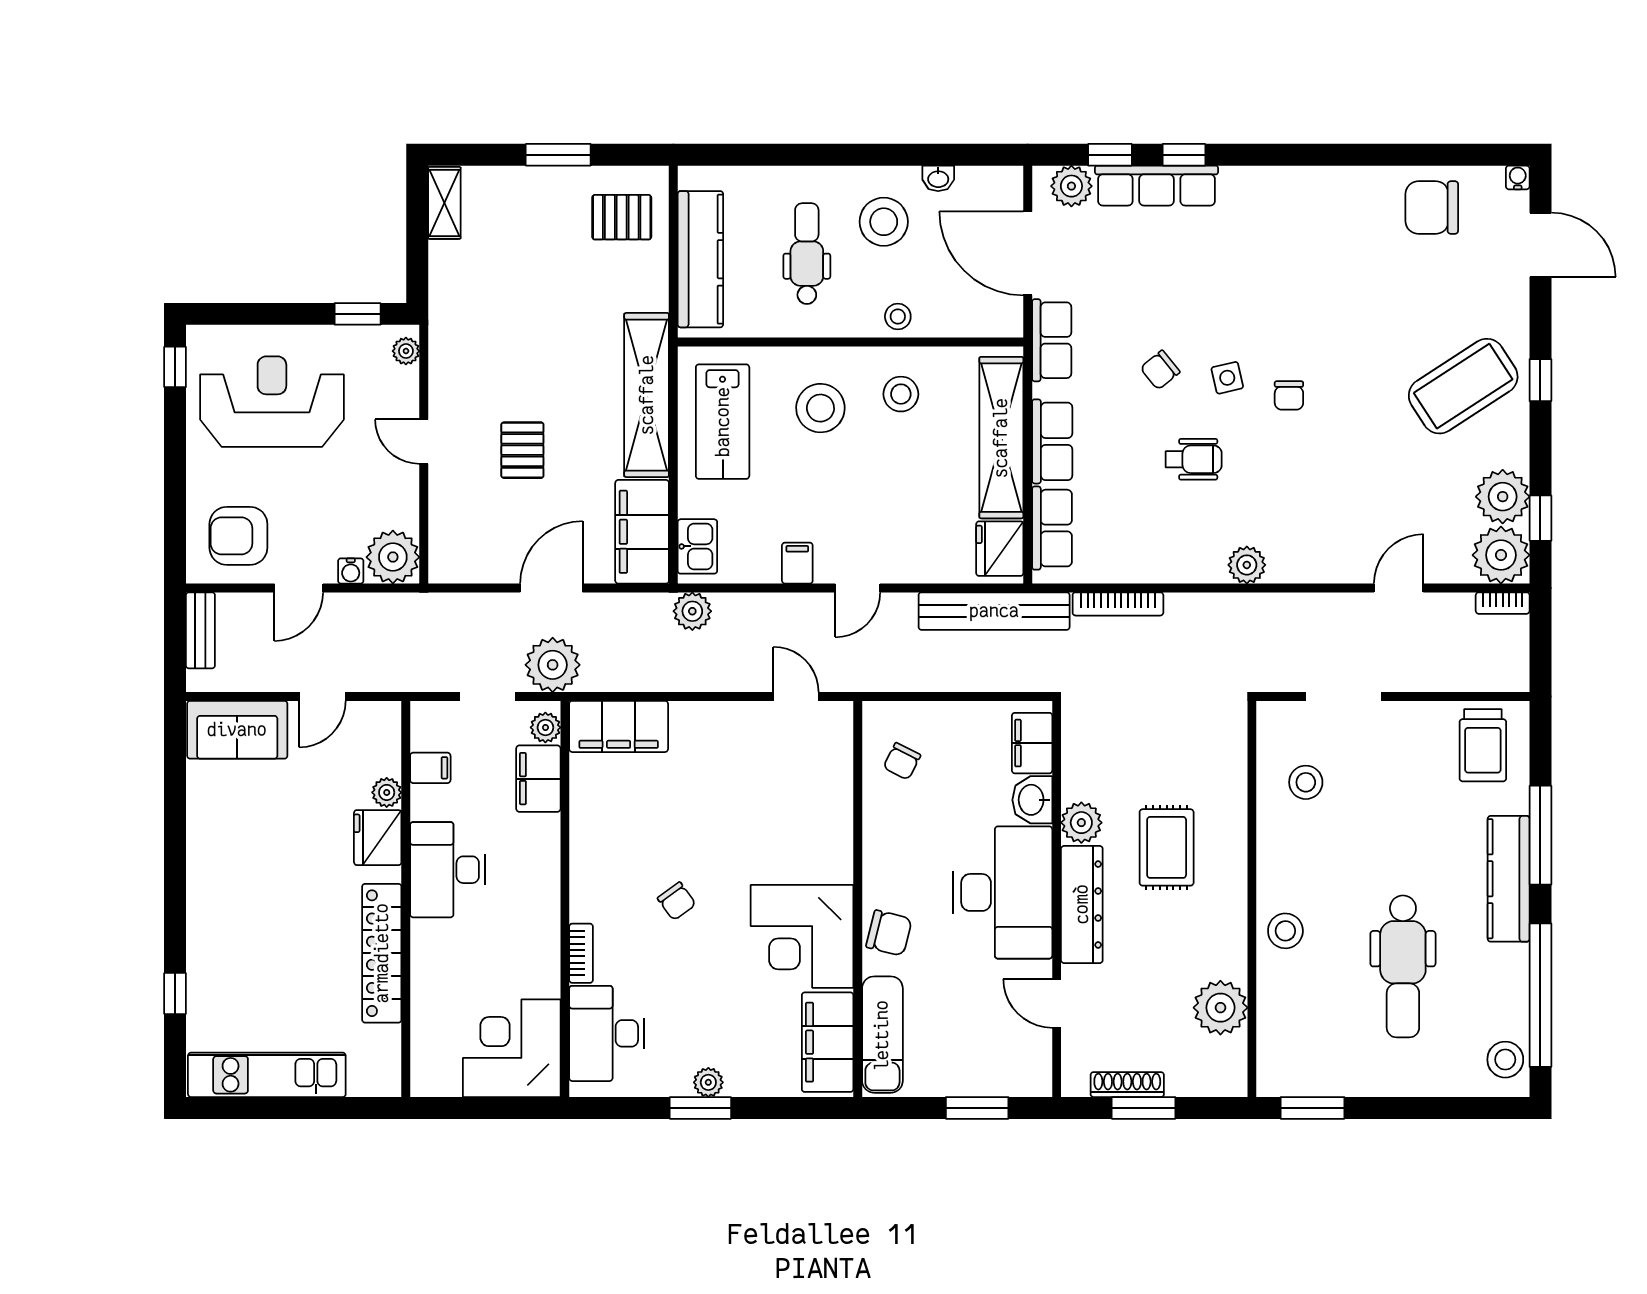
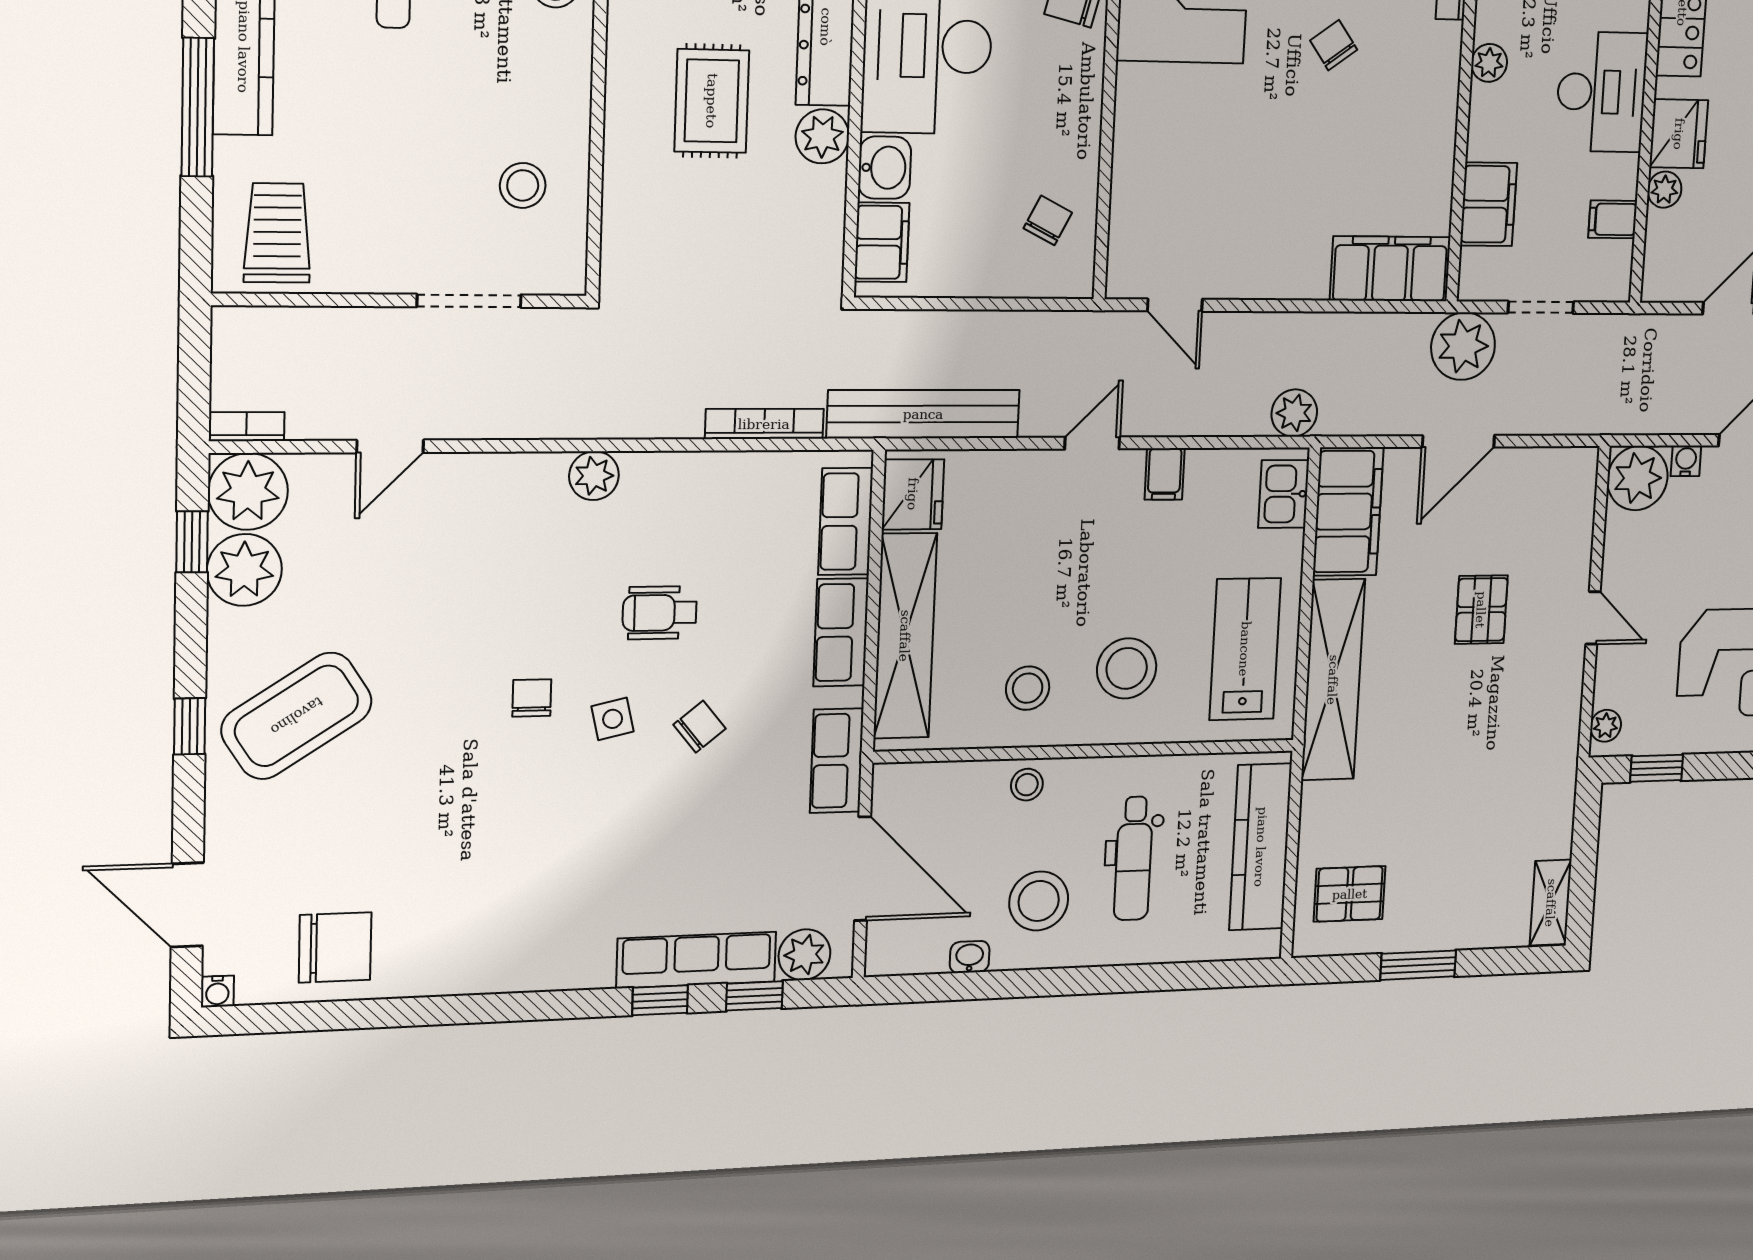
plant: (545, 727) -> (1489, 63), moved

